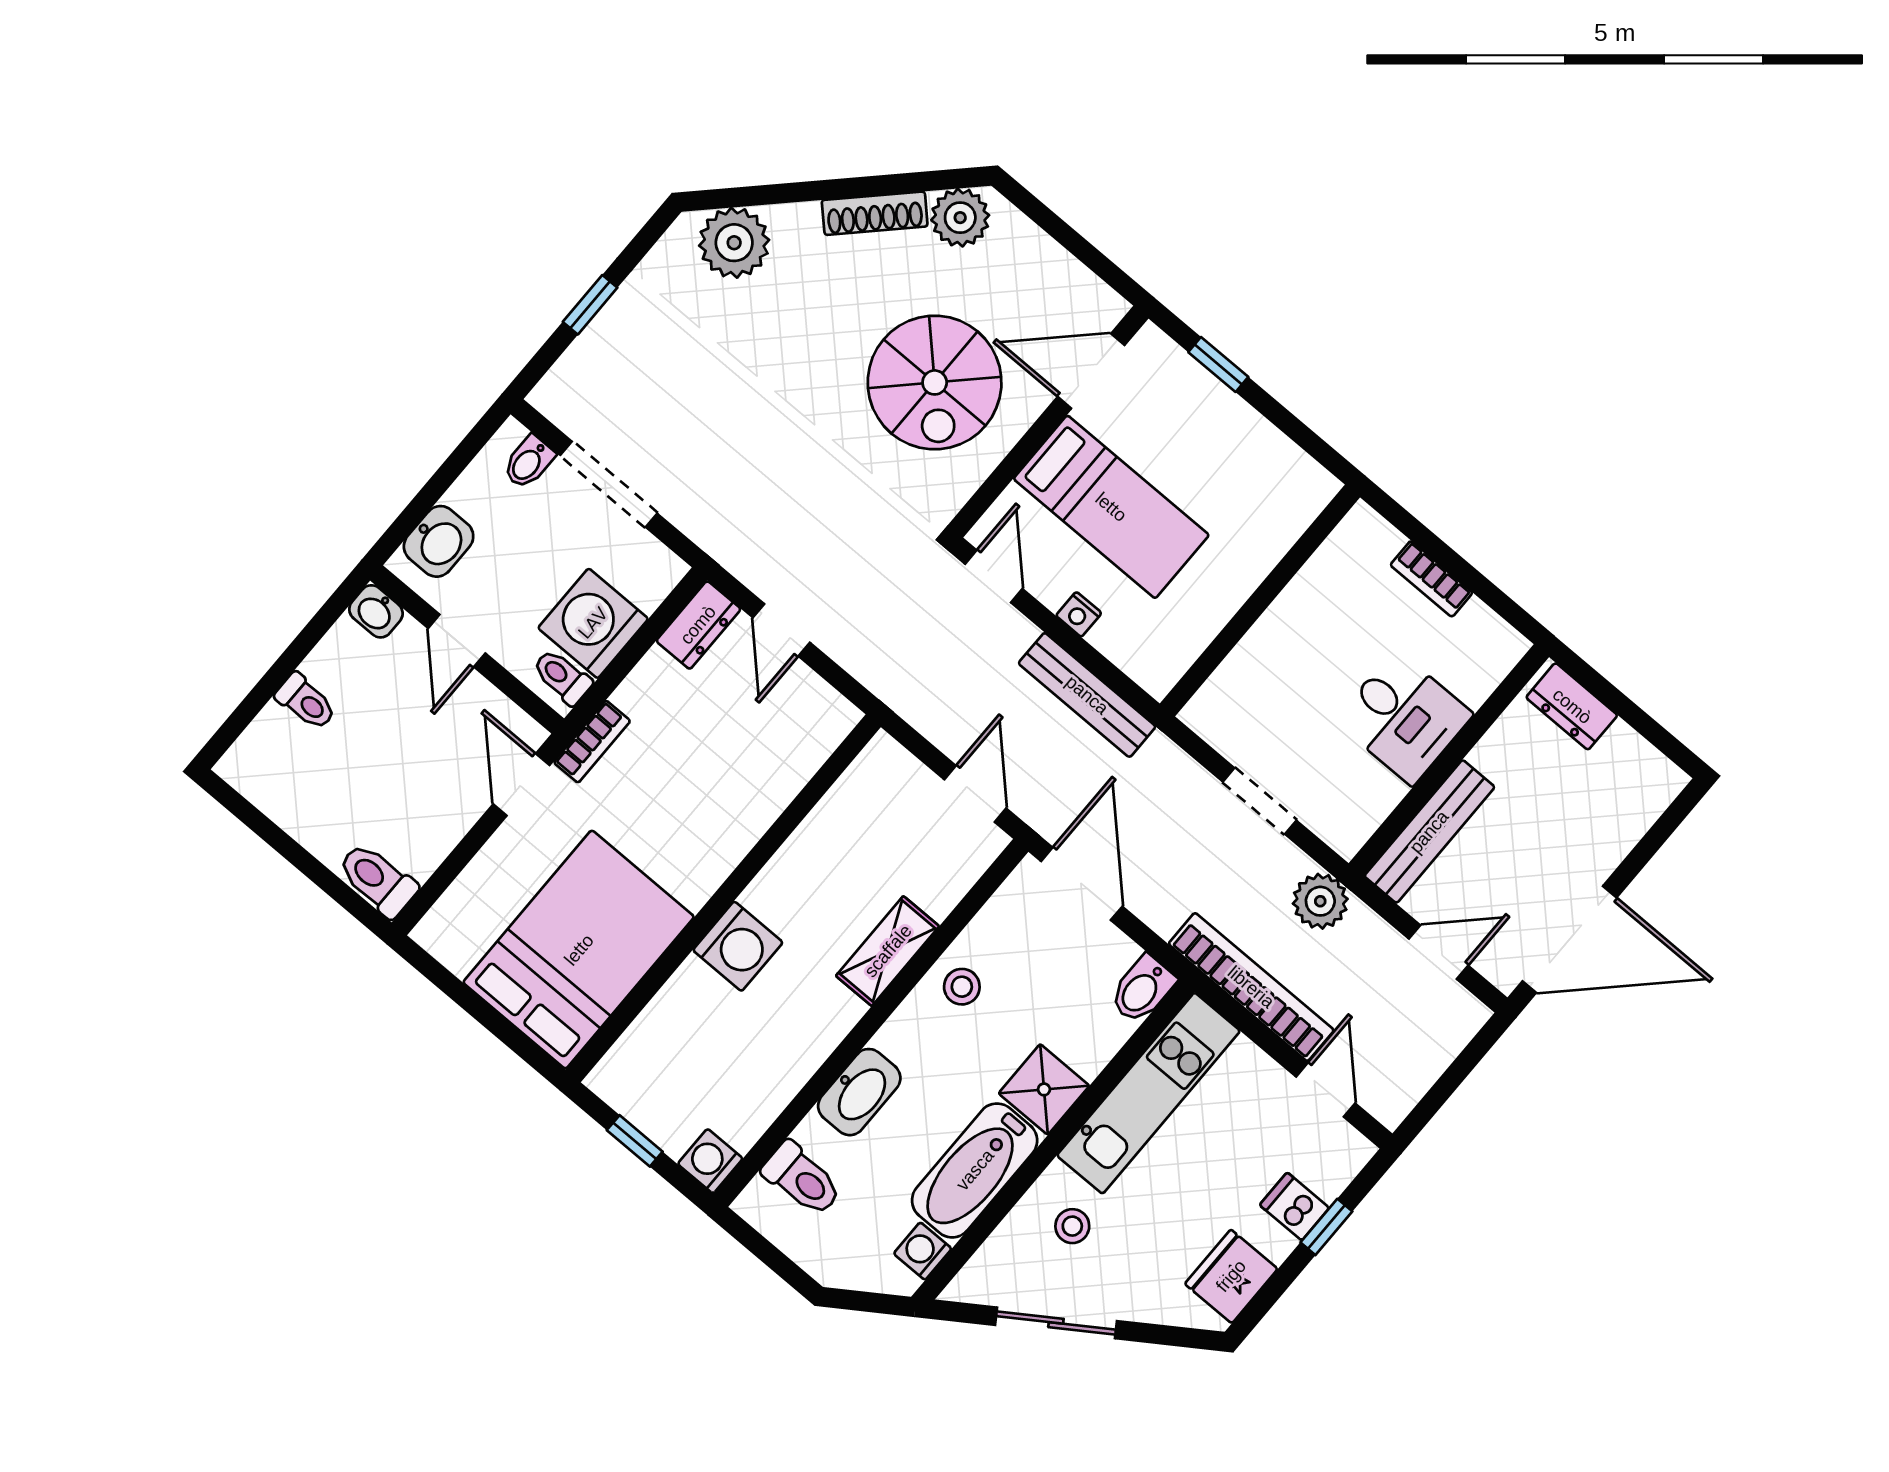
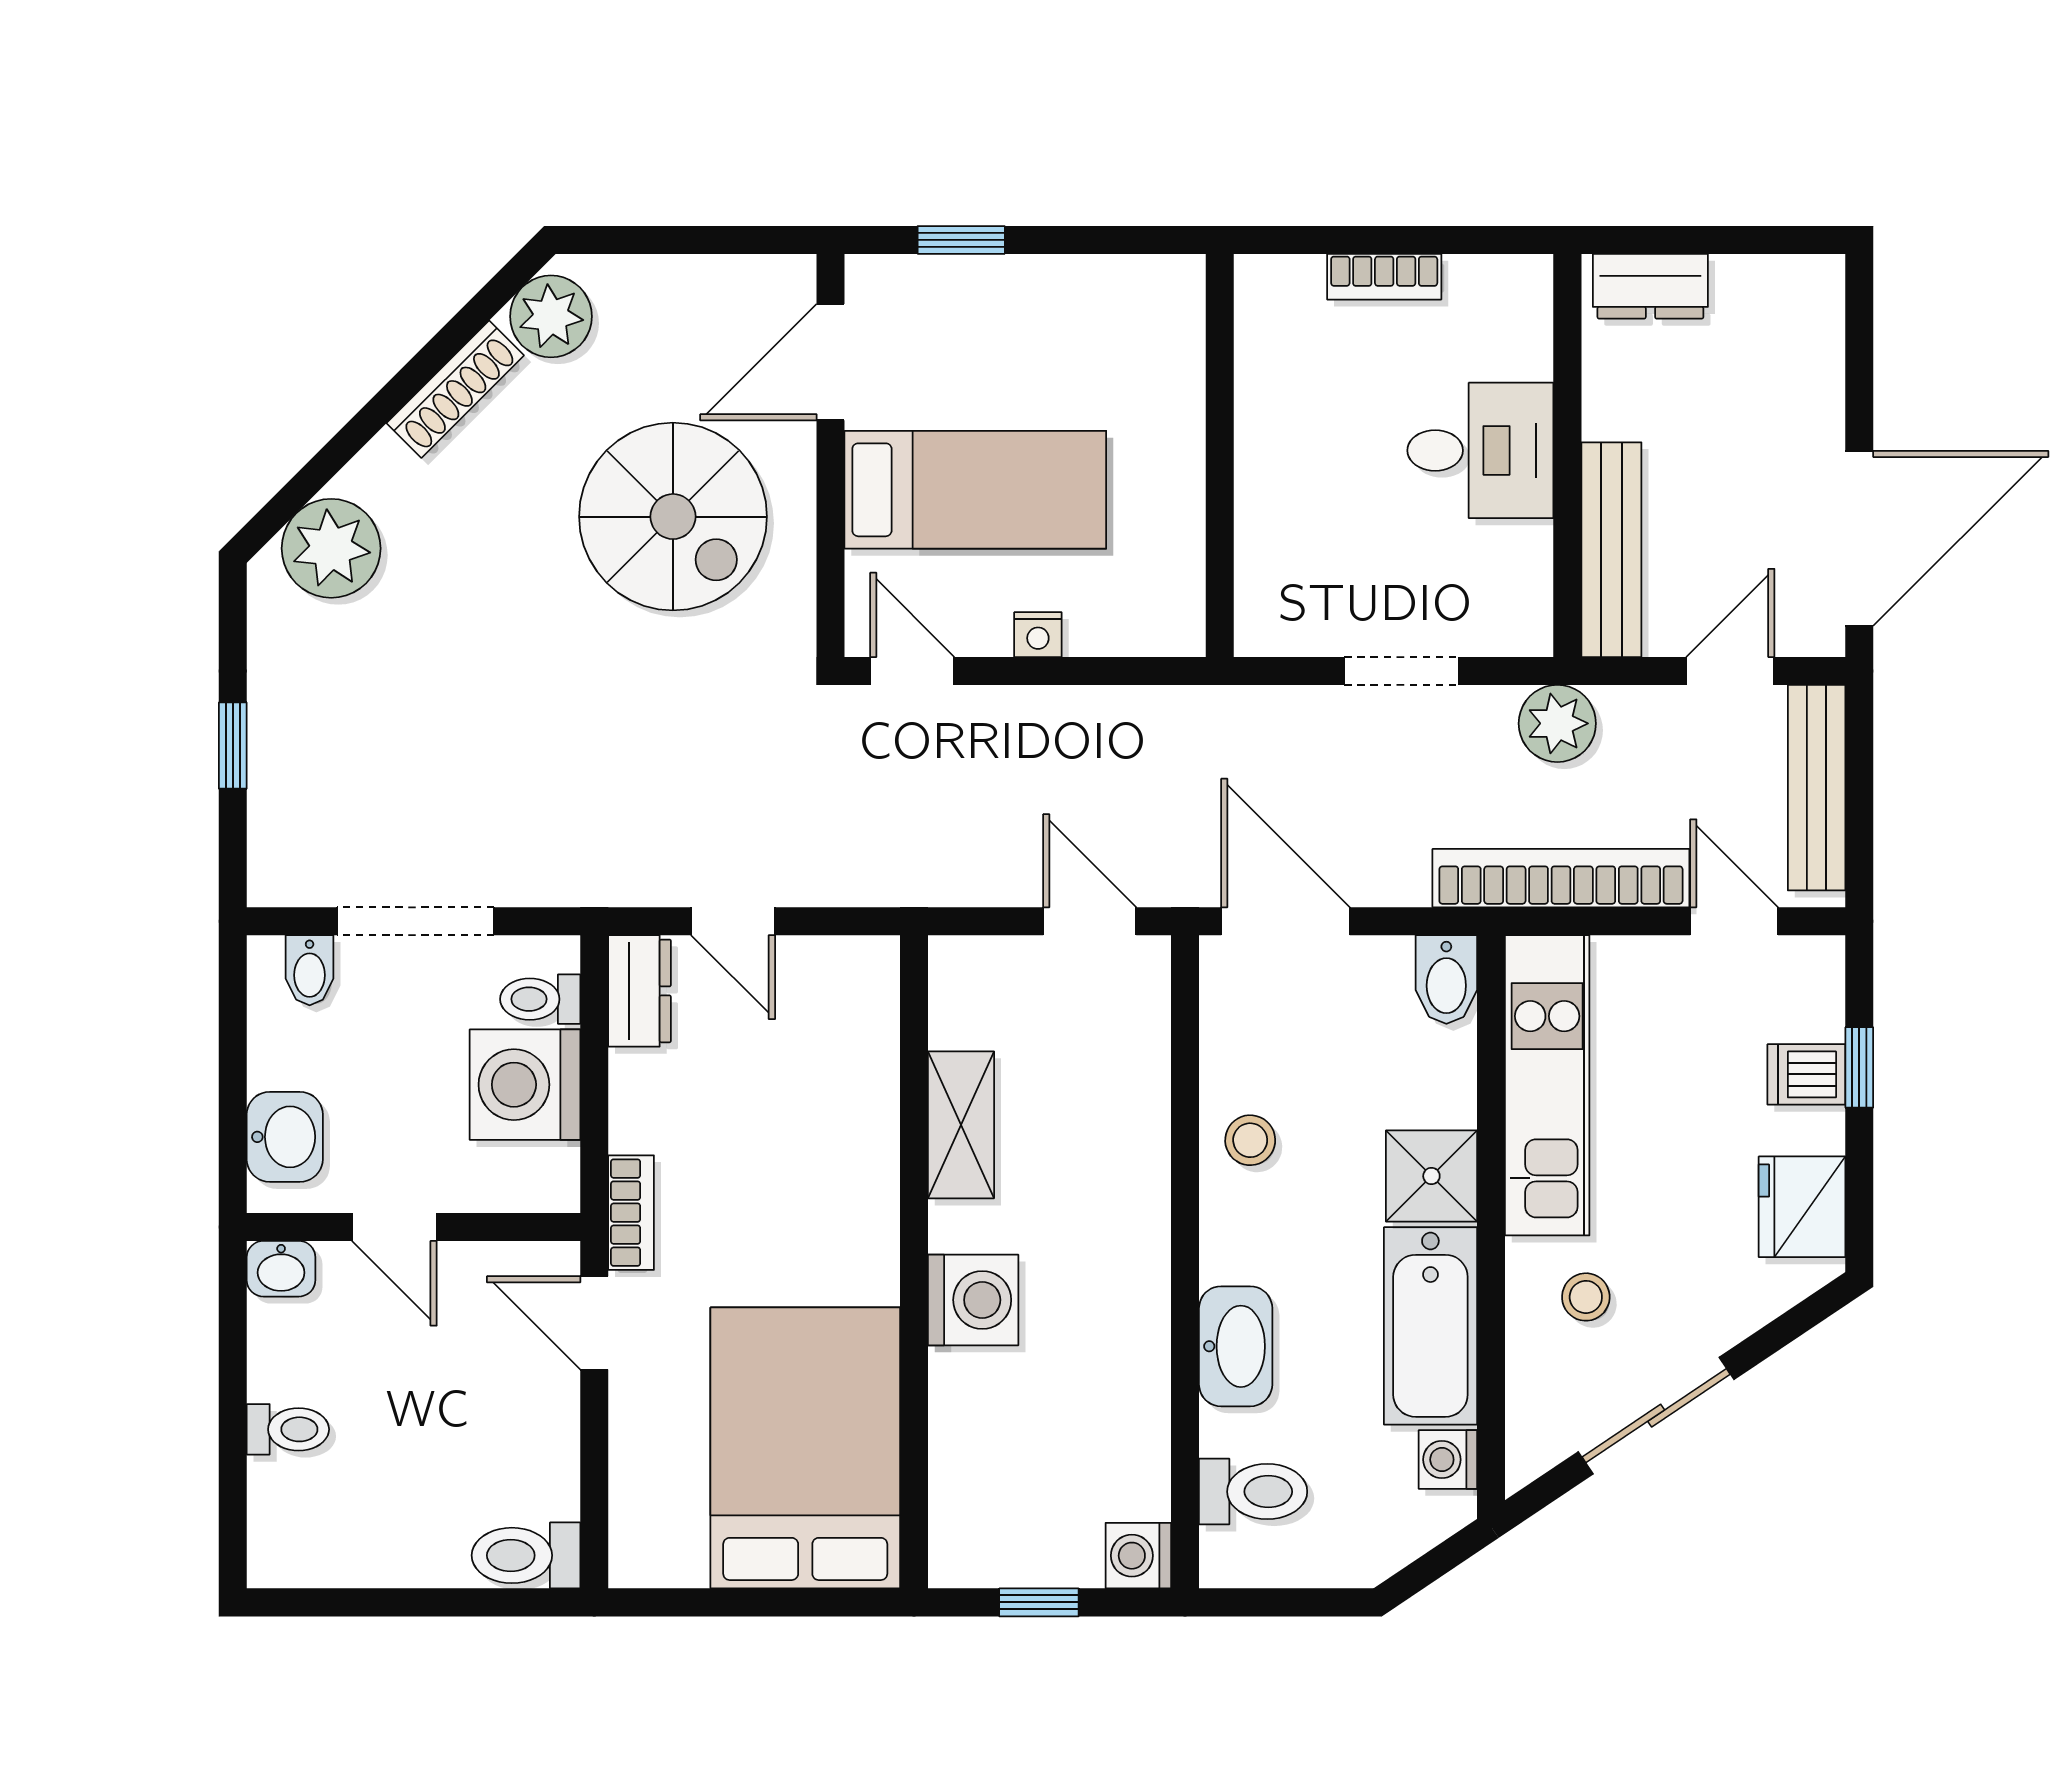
toilet: (562, 677) -> (540, 999), moved
bench: (1087, 695) -> (1817, 788), moved, turned 90
shelving: (888, 951) -> (961, 1125), moved

